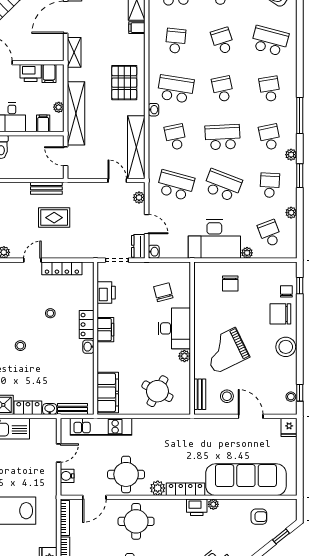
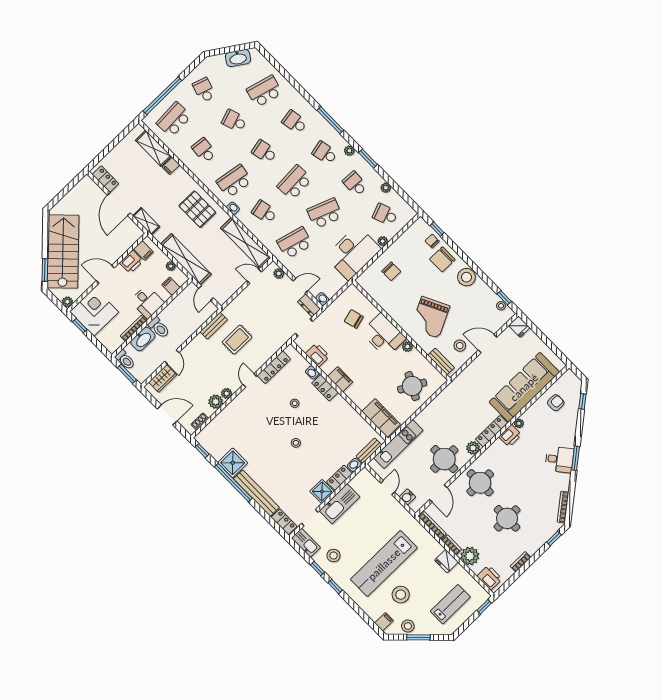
door: (66, 156) -> (206, 293), hinge flipped
washbasin: (88, 347) -> (312, 372), moved

